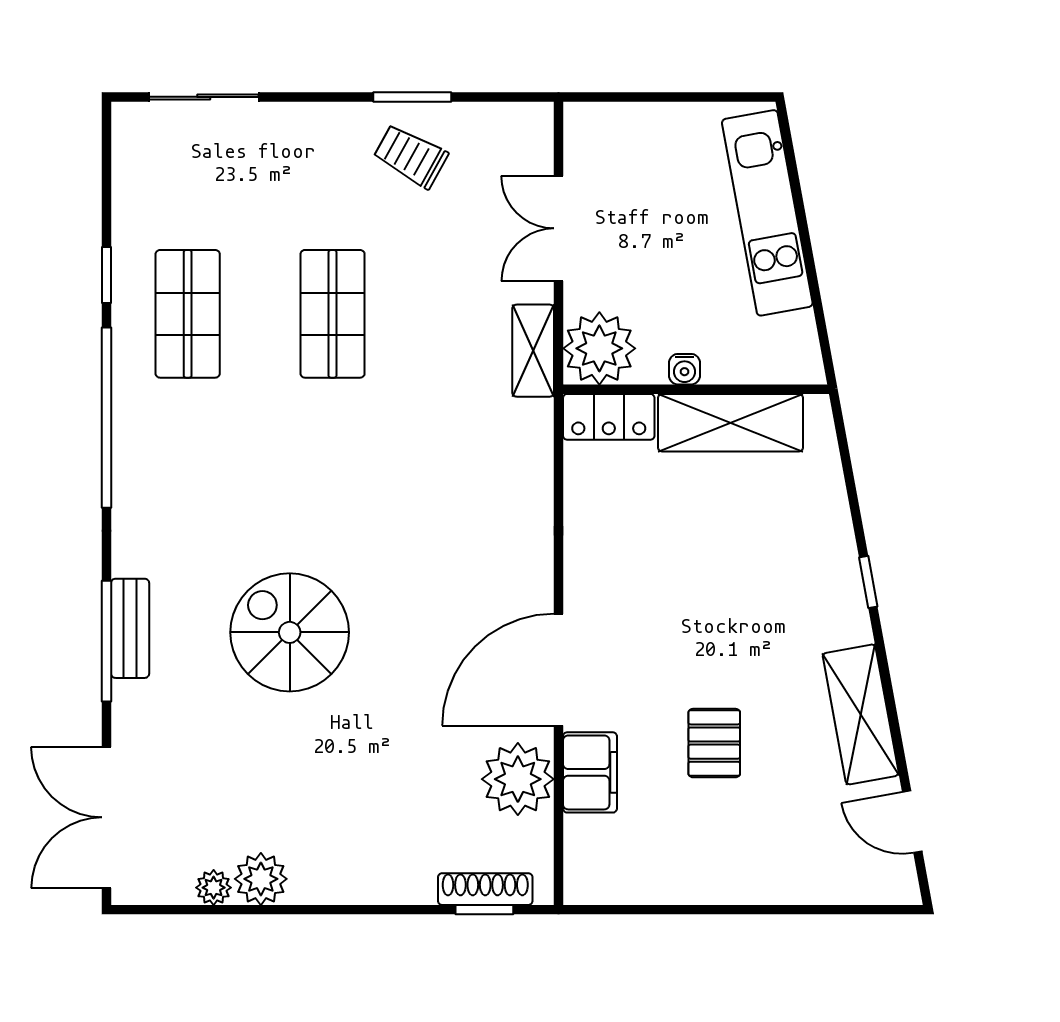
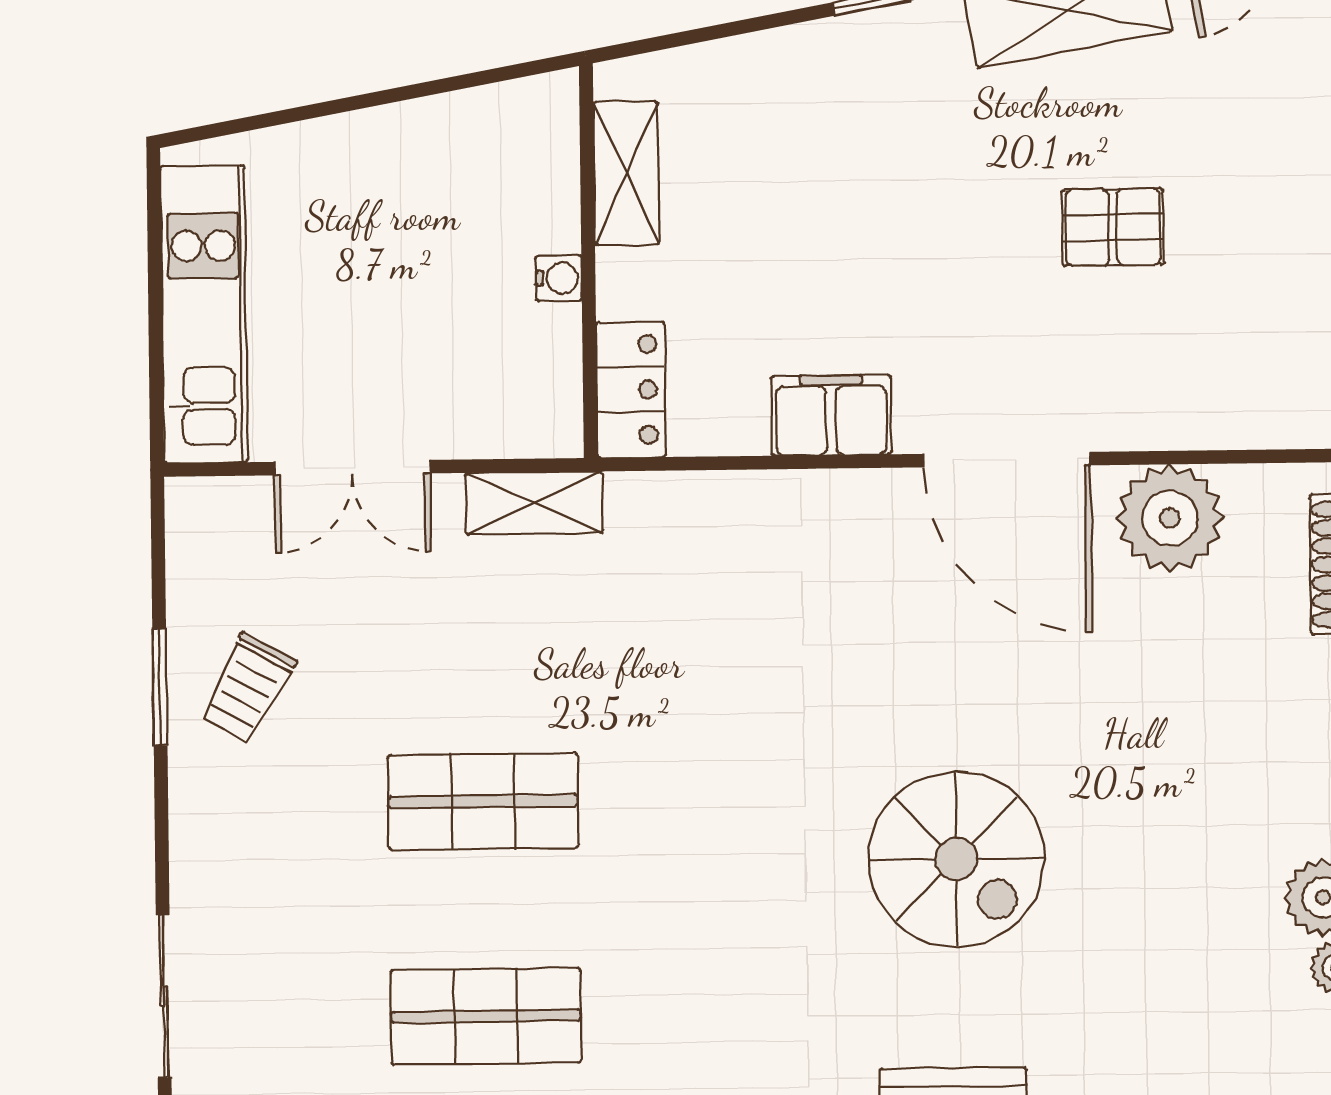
kitchen unit: (767, 213) -> (204, 314), moved, turned -80
plant: (599, 348) -> (530, 405), removed
shelving: (731, 423) -> (626, 173), width x0.67, depth x0.75
spiral stairs: (290, 632) -> (956, 859), turned -90
filing cabinet: (590, 772) -> (831, 415), moved

